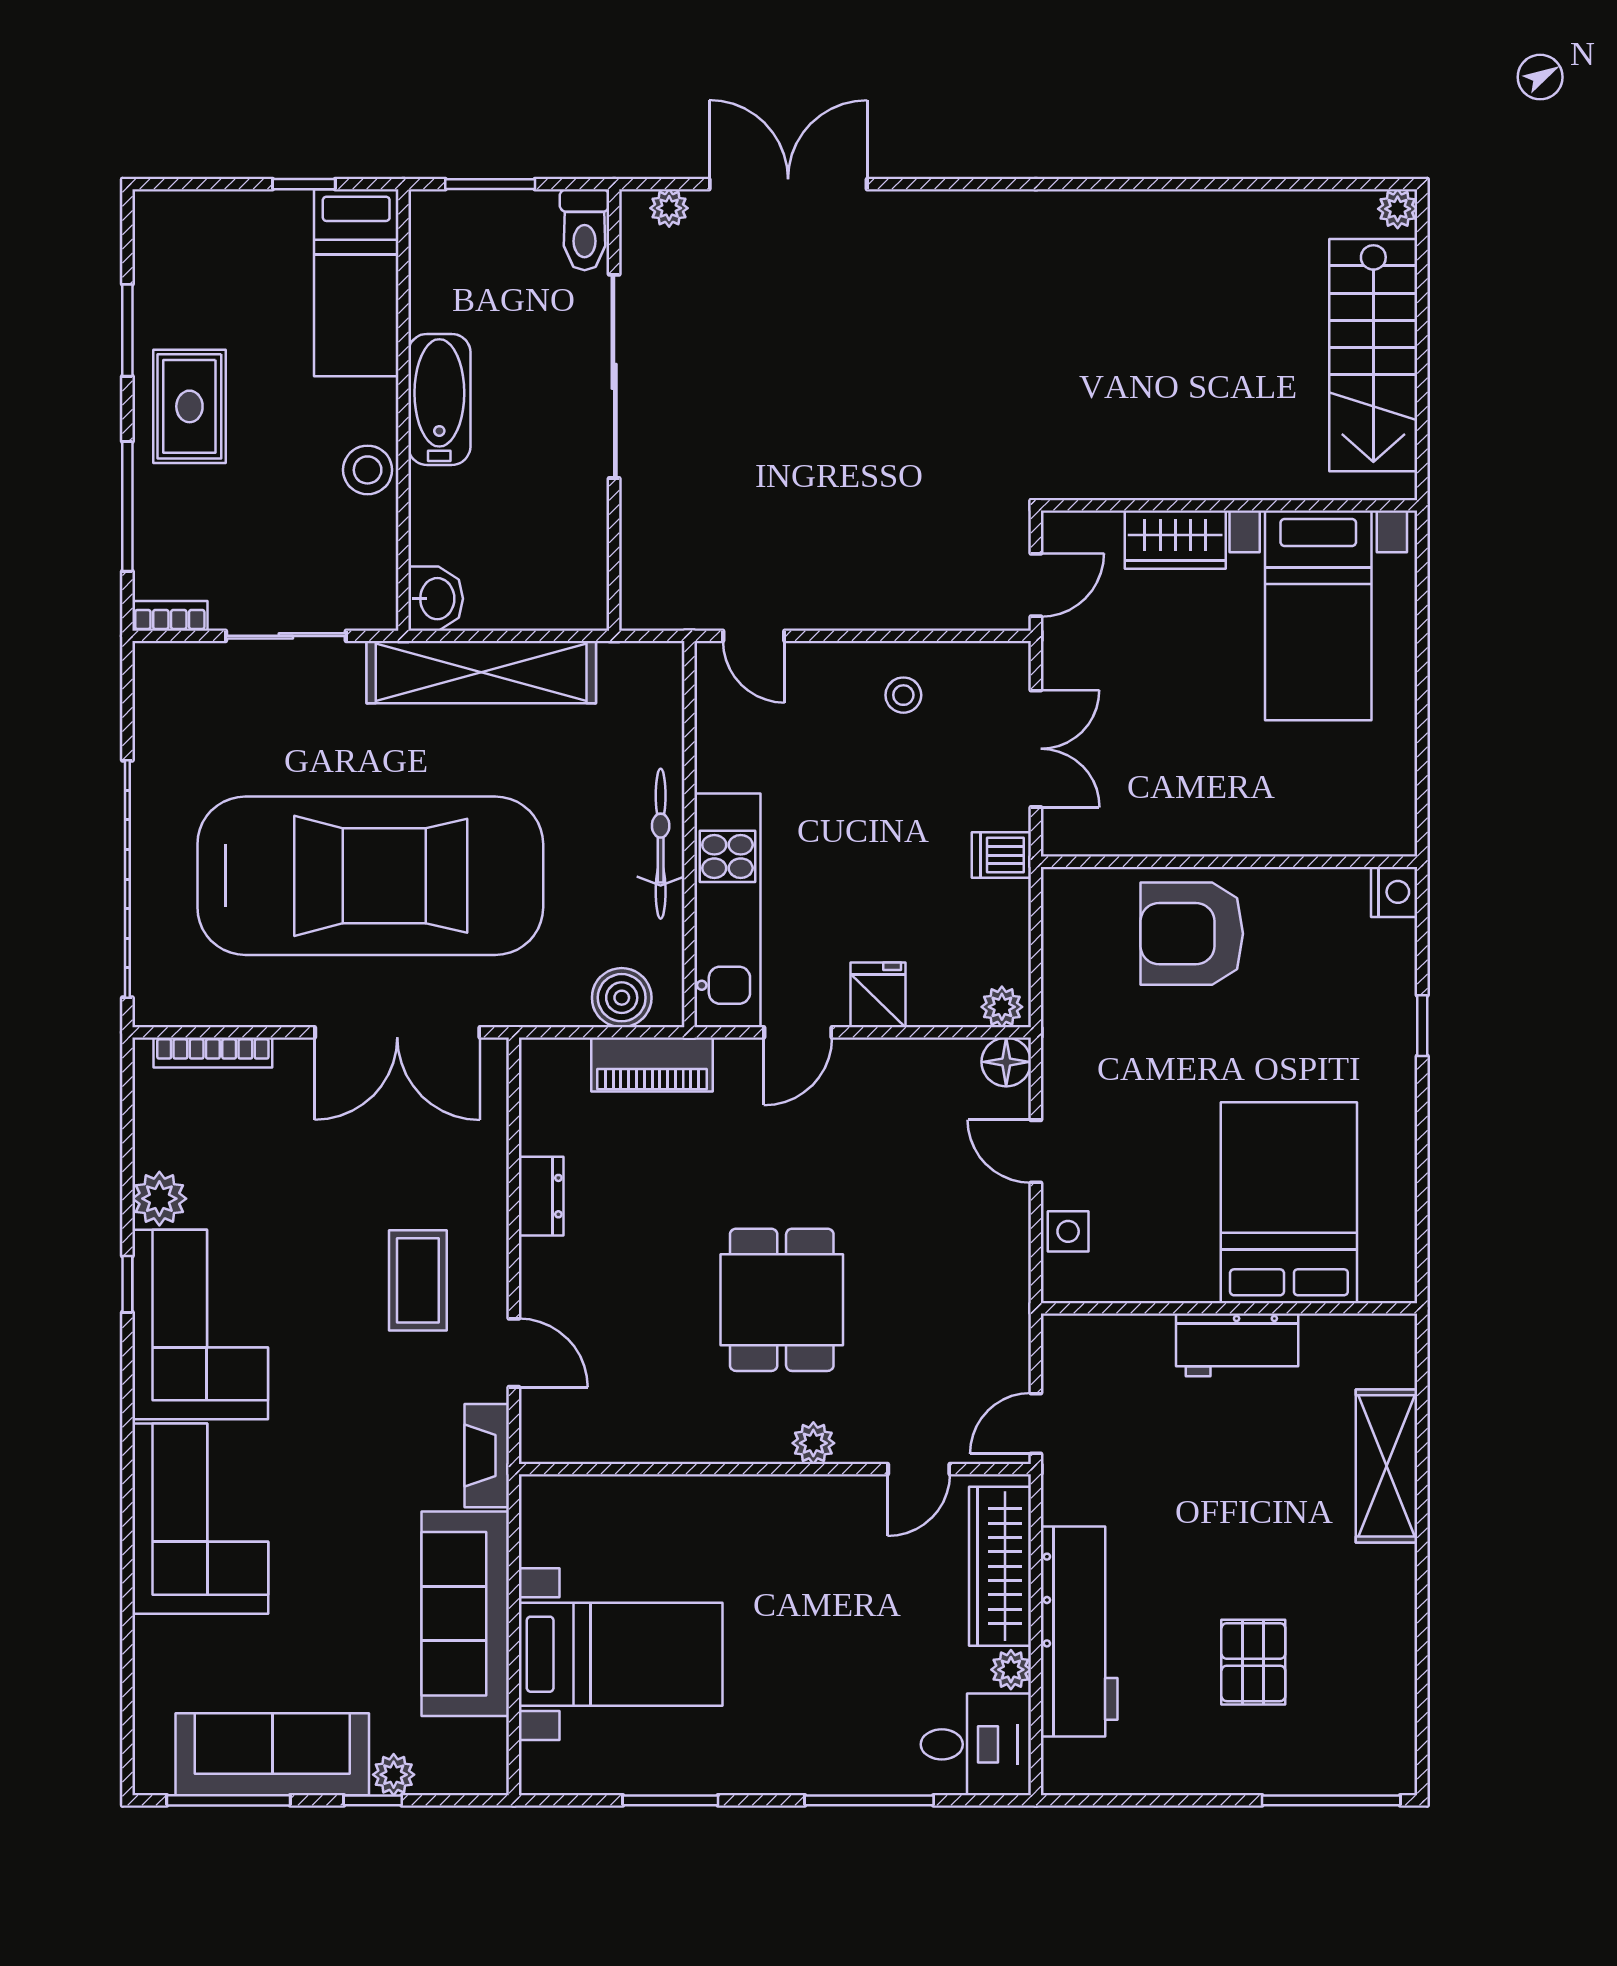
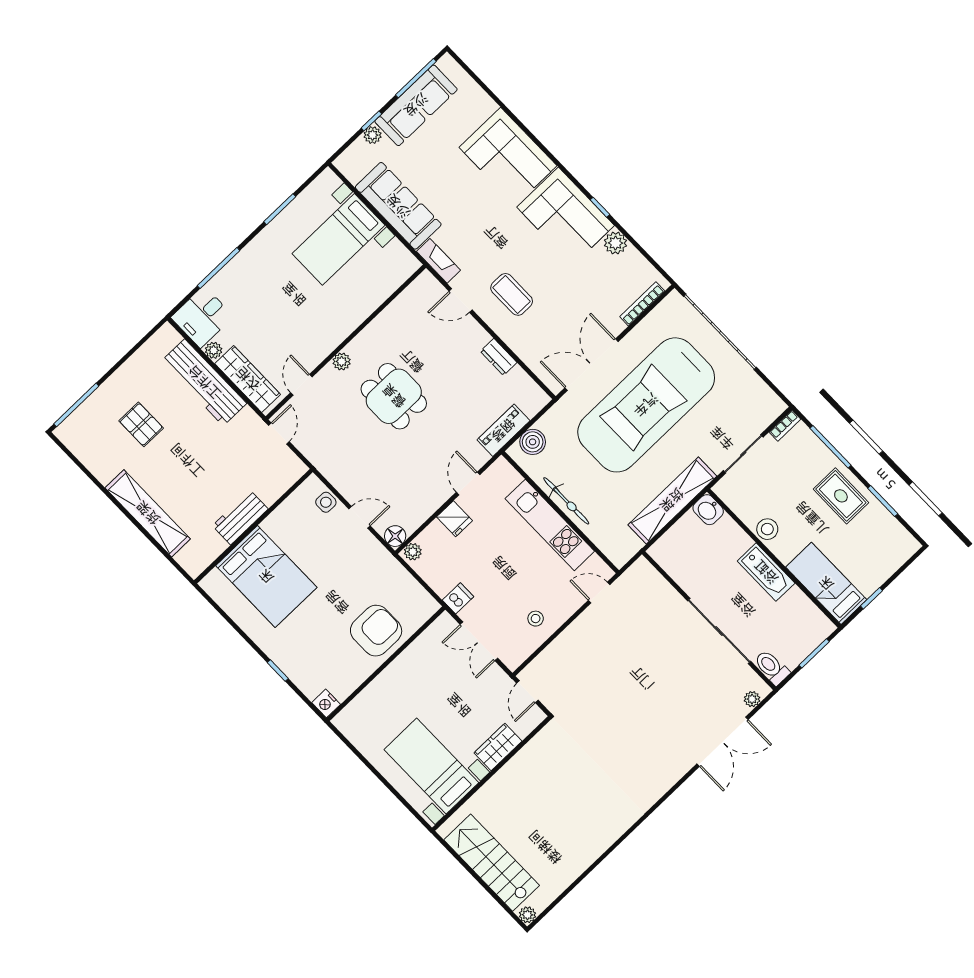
kitchen unit: (727, 910) -> (550, 525), moved
shelving: (1387, 1466) -> (148, 513), width x1.47

